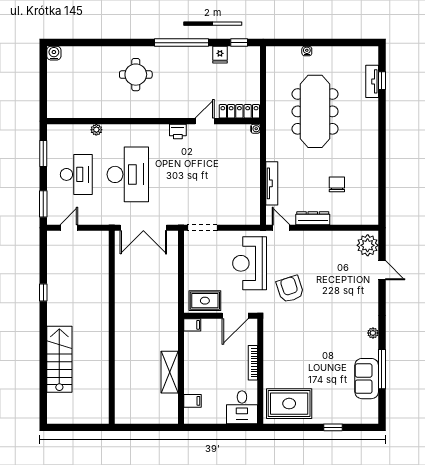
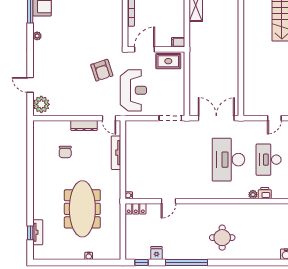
locker: (239, 111) -> (136, 209), width x0.66
printer: (178, 131) -> (265, 193), moved

